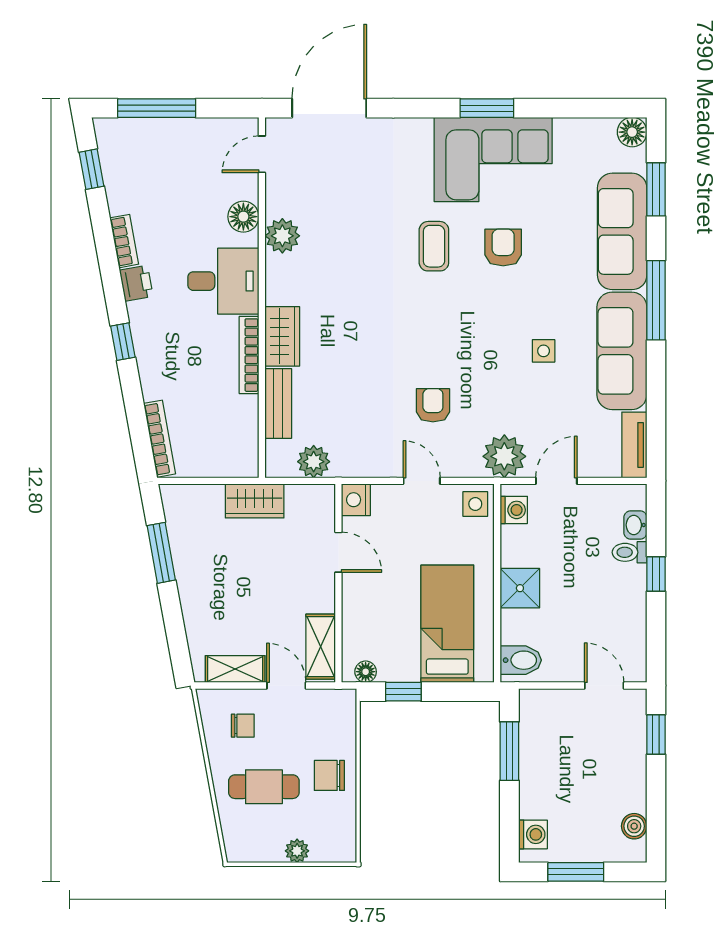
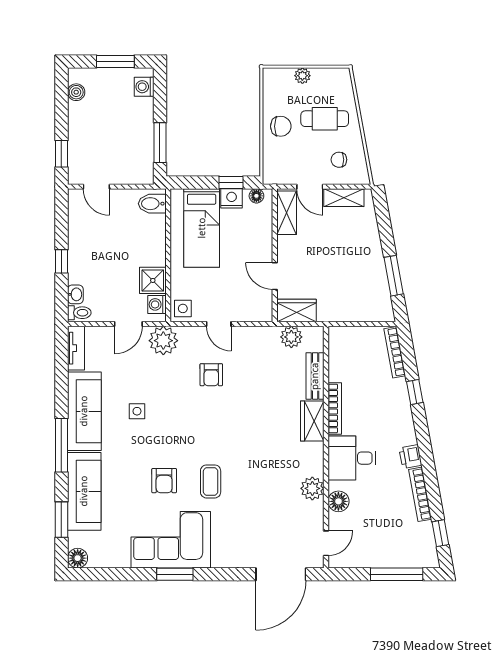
bookcase: (124, 241) -> (420, 494), width x1.56
window: (123, 342) -> (415, 392), moved
nightstand: (356, 500) -> (232, 198), moved, turned -90
wardrobe: (255, 501) -> (296, 311), moved
toilet: (630, 552) -> (79, 313), moved
shower: (520, 588) -> (153, 280), moved

